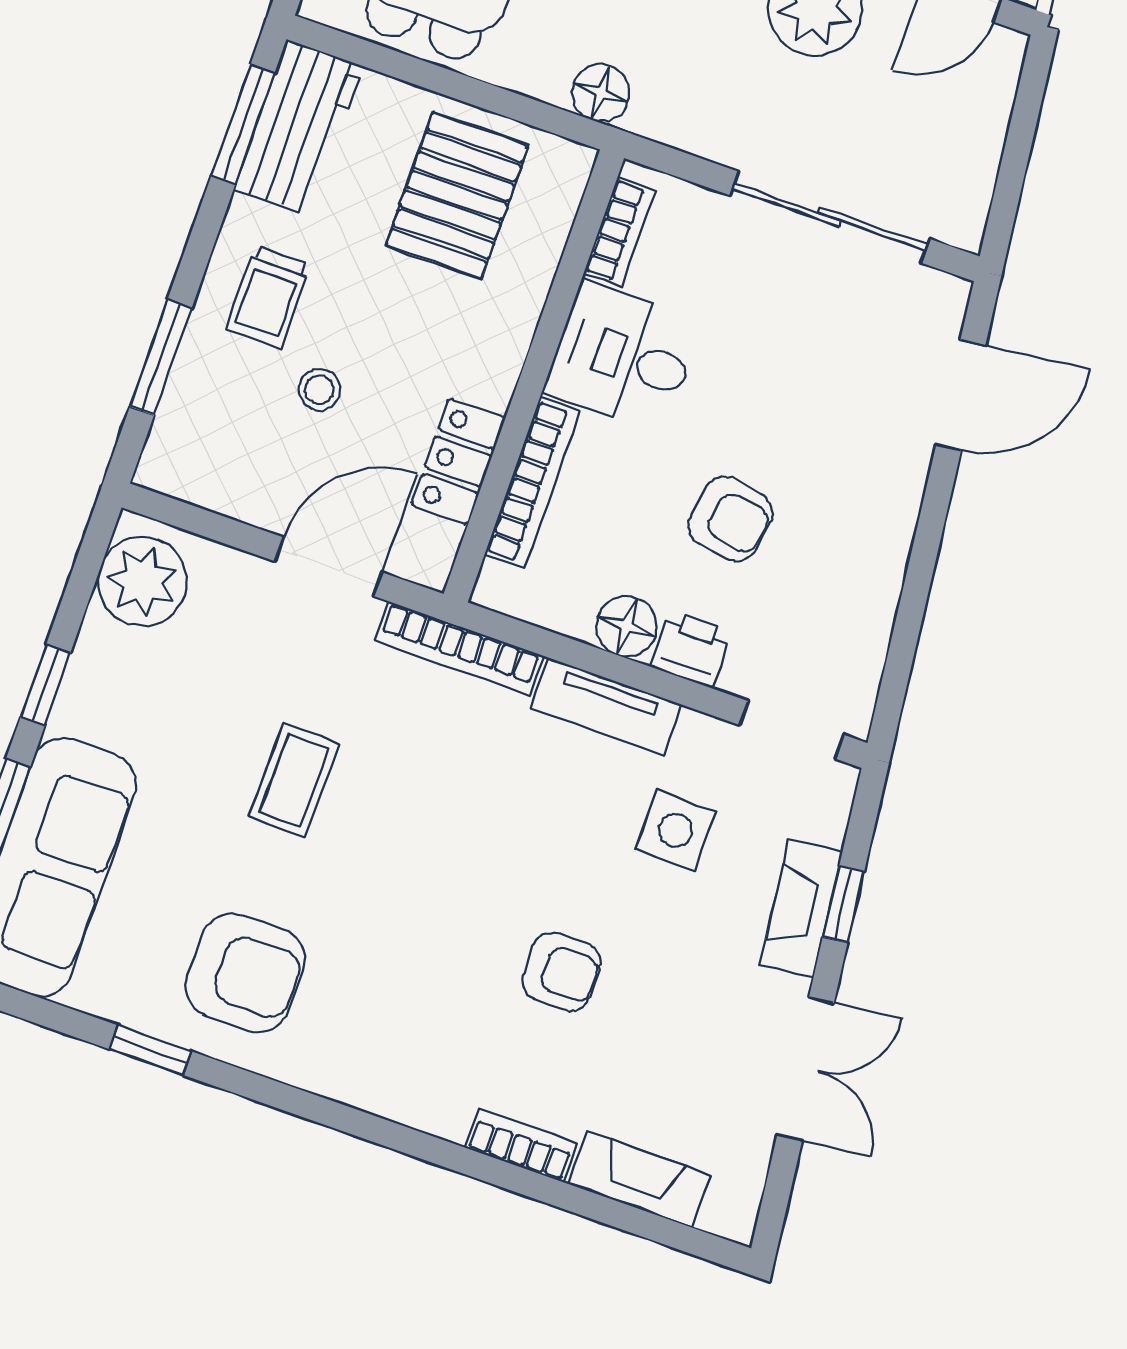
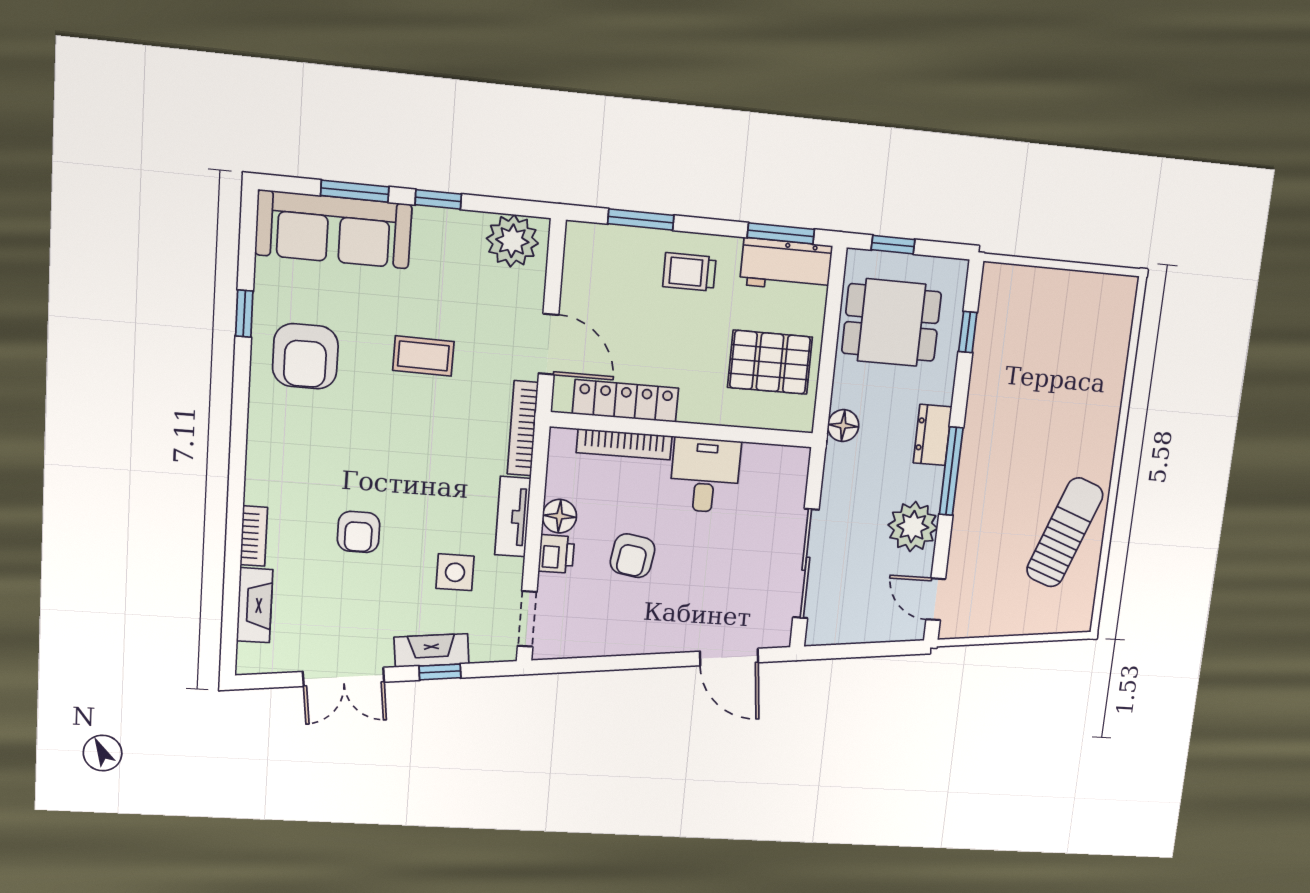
bookcase: (620, 232) -> (771, 455), removed
stool: (319, 390) -> (645, 314), removed
locker: (458, 462) -> (626, 401), width x1.53

